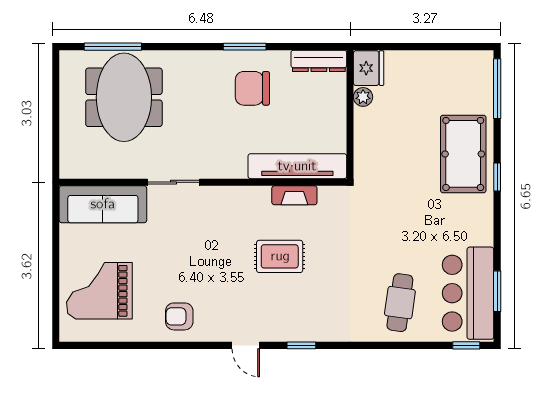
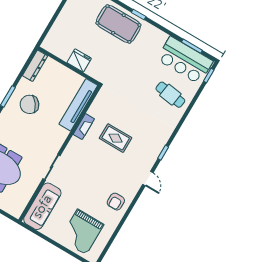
fridge: (369, 68) -> (79, 60), moved
chair: (252, 88) -> (29, 104), turned 53
plant: (363, 97) -> (64, 55), removed
fireplace: (294, 195) -> (84, 127), moved
rug: (280, 256) -> (116, 138), turned 90
door: (246, 345) -> (148, 178), hinge flipped

